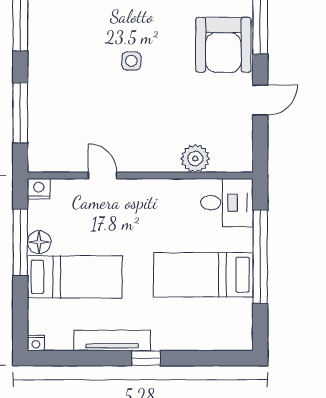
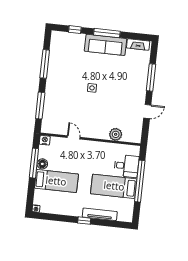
armchair: (223, 45) -> (134, 85), removed
desk: (227, 203) -> (126, 166), moved
tv unit: (112, 341) -> (100, 214), moved

